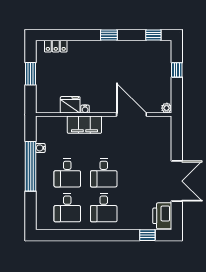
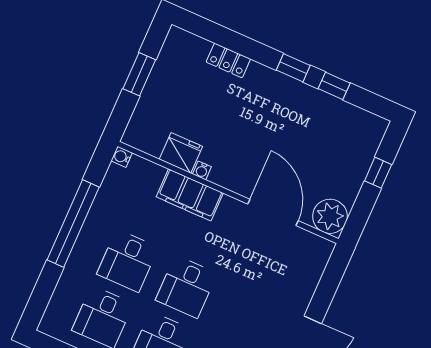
window: (153, 35) -> (334, 86), moved
locker: (56, 46) -> (228, 60), moved
plant: (167, 108) -> (330, 216), width x1.88, depth x1.88
water cooler: (40, 148) -> (122, 157), moved

